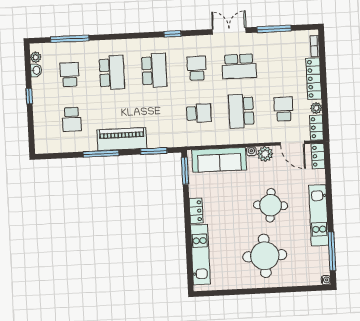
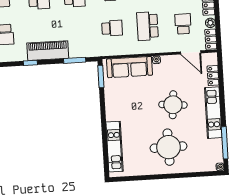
window: (101, 154) -> (30, 63), width x0.46
plant: (265, 154) -> (168, 62), removed
locker: (318, 156) -> (213, 76), moved
locker: (196, 211) -> (111, 110), removed

